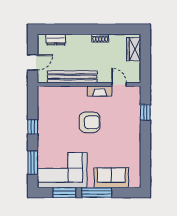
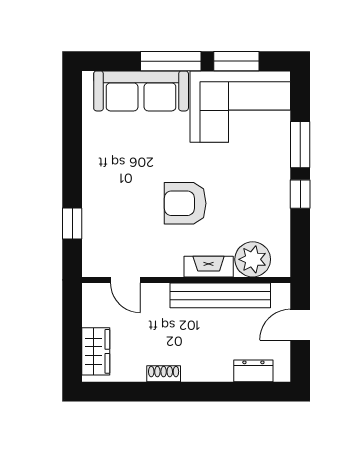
fireplace: (100, 91) -> (209, 267), moved
plant: (56, 95) -> (253, 259), added
window: (33, 163) -> (300, 145), moved
sofa: (111, 178) -> (141, 91), width x1.36

